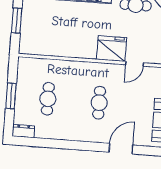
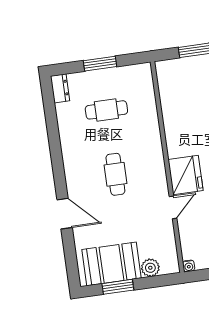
door: (134, 64) -> (173, 207), swing flipped
cafe table: (99, 103) -> (115, 174), turned 90

